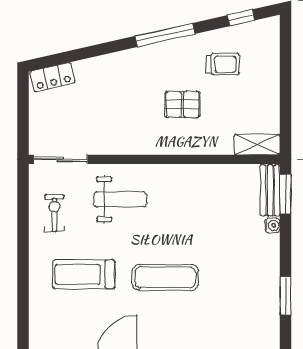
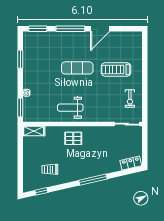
window: (165, 35) -> (93, 180), moved
pallet: (182, 104) -> (73, 138), moved
bench: (270, 190) -> (28, 109), removed
weight bench: (120, 199) -> (70, 108), moved
treadmill: (84, 274) -> (116, 70), turned 180

